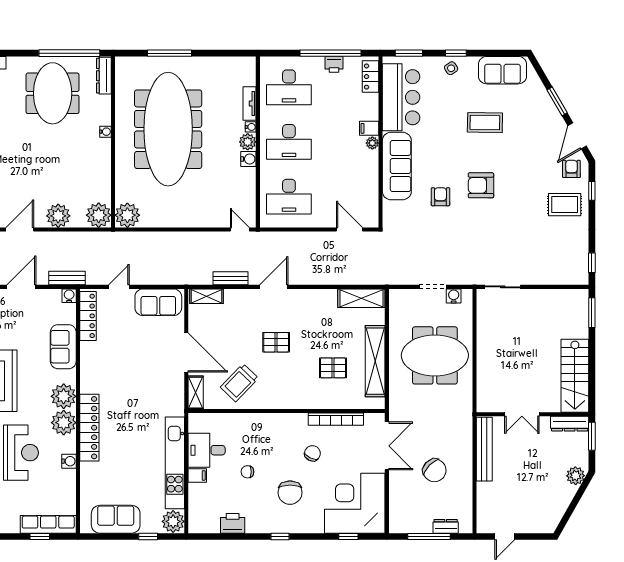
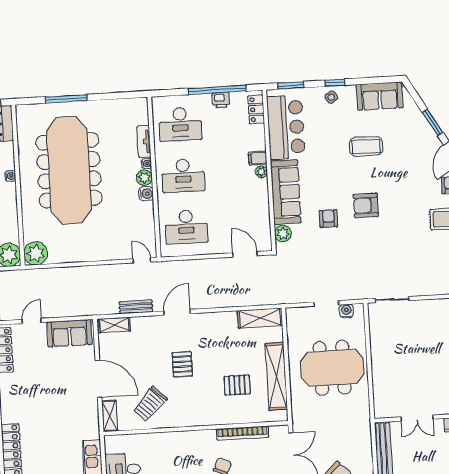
plant: (391, 210) -> (283, 234), added
pallet: (276, 342) -> (182, 364), turned 90

